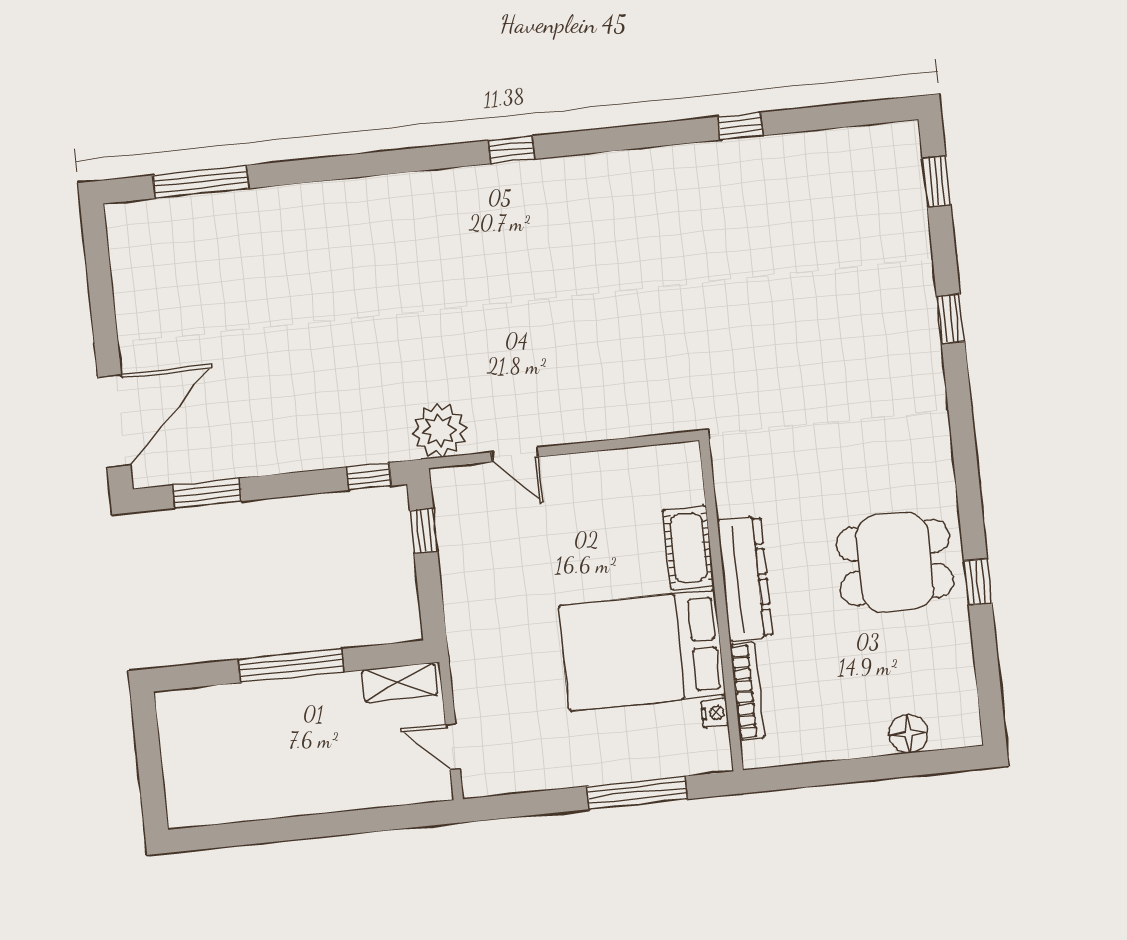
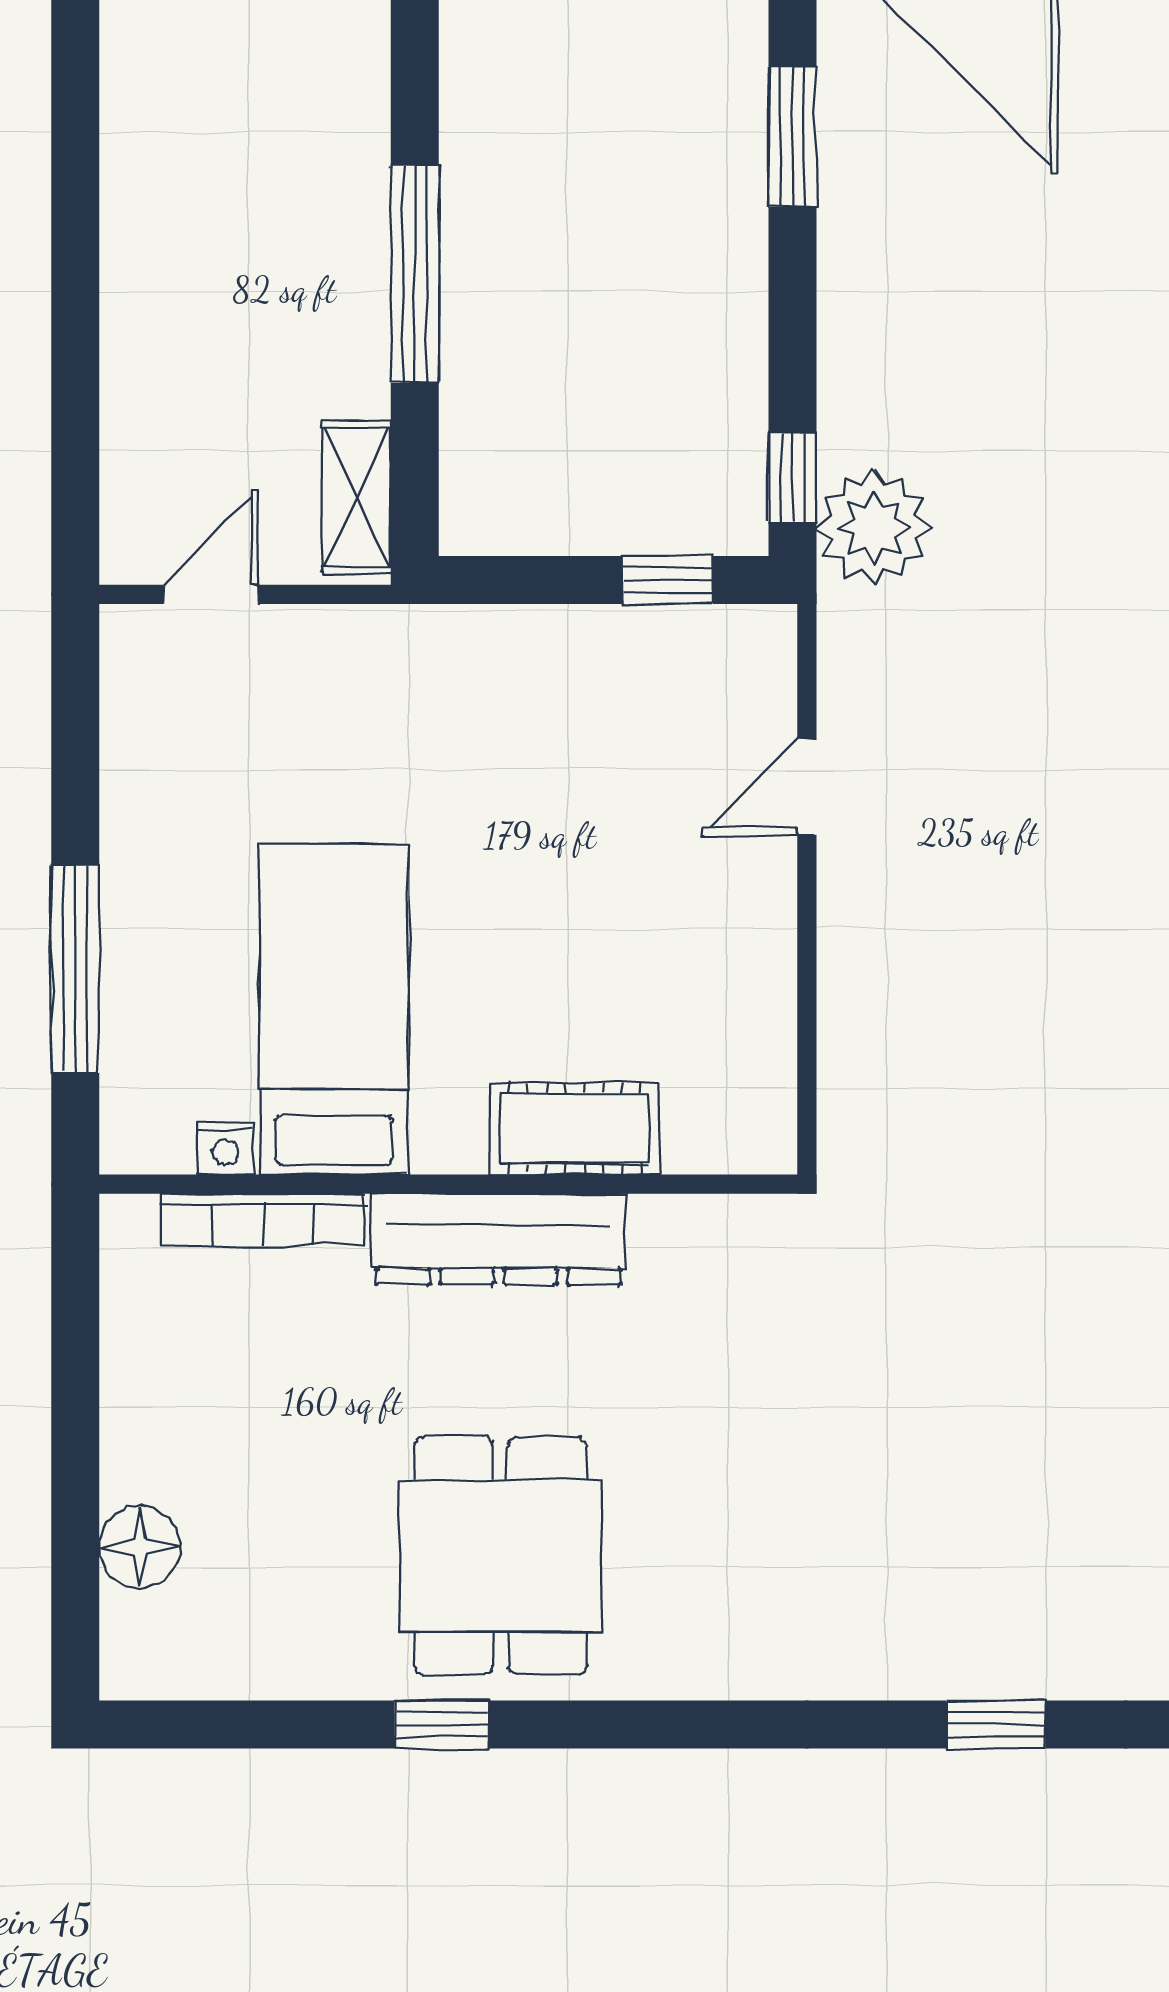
plant: (440, 430) -> (873, 527), moved
bed: (642, 650) -> (334, 1010), width x0.67

